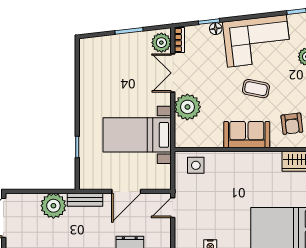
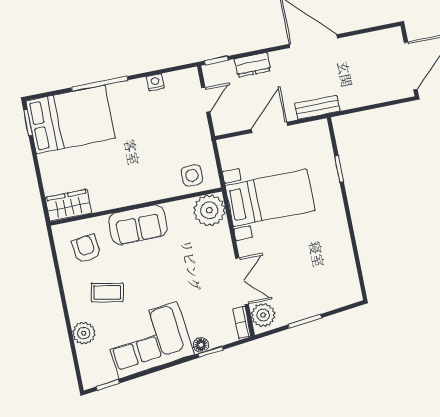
coffee table: (256, 89) -> (107, 292), moved
plant: (187, 107) -> (209, 210), moved
plant: (53, 206) -> (354, 93), removed
door: (173, 208) -> (206, 100), moved

